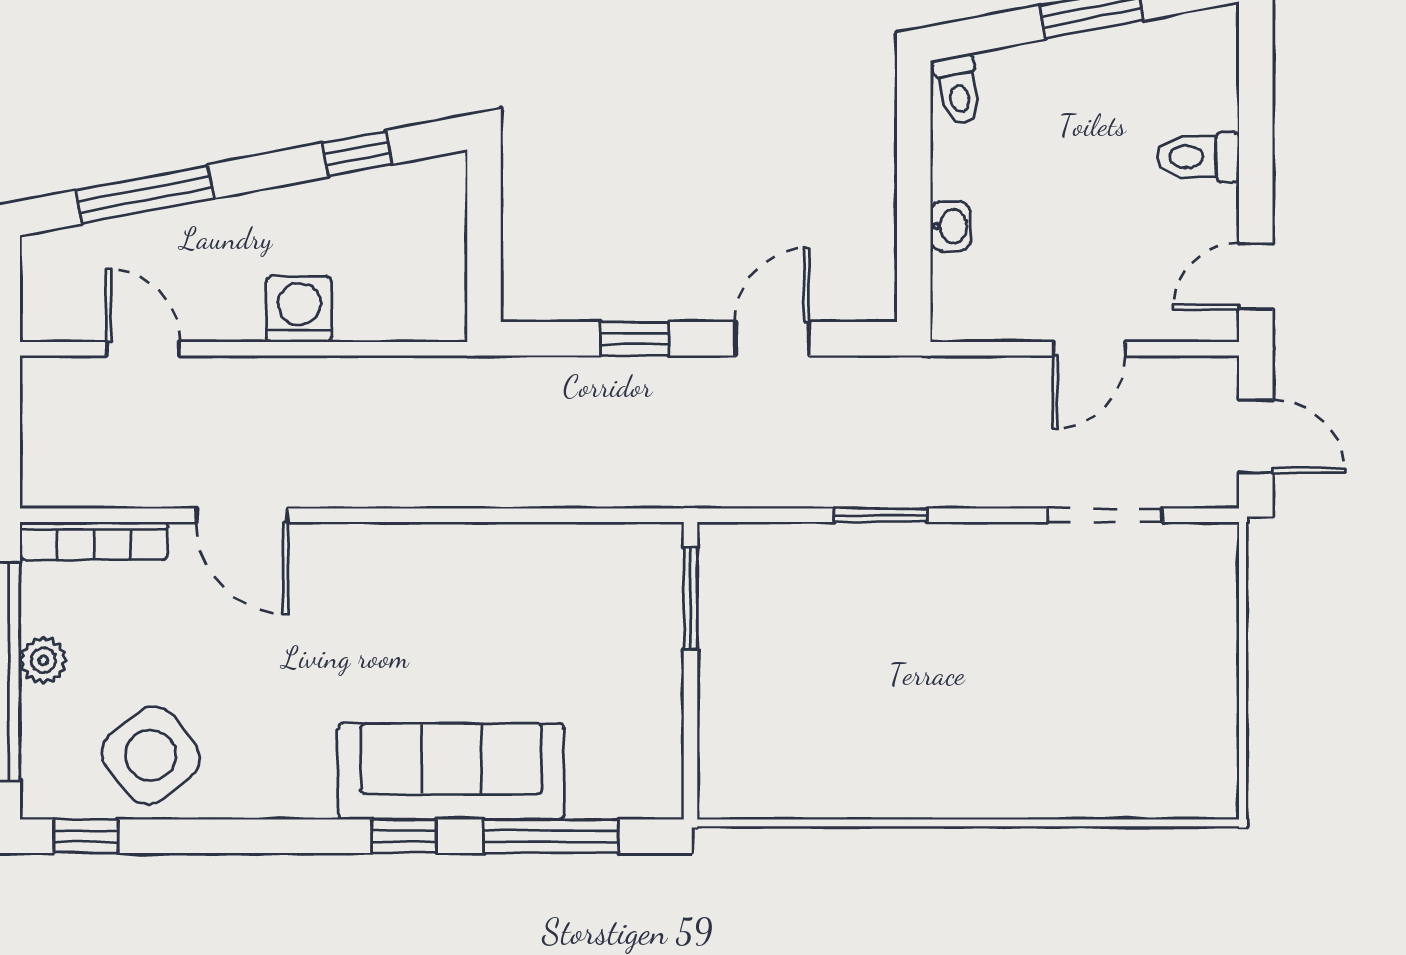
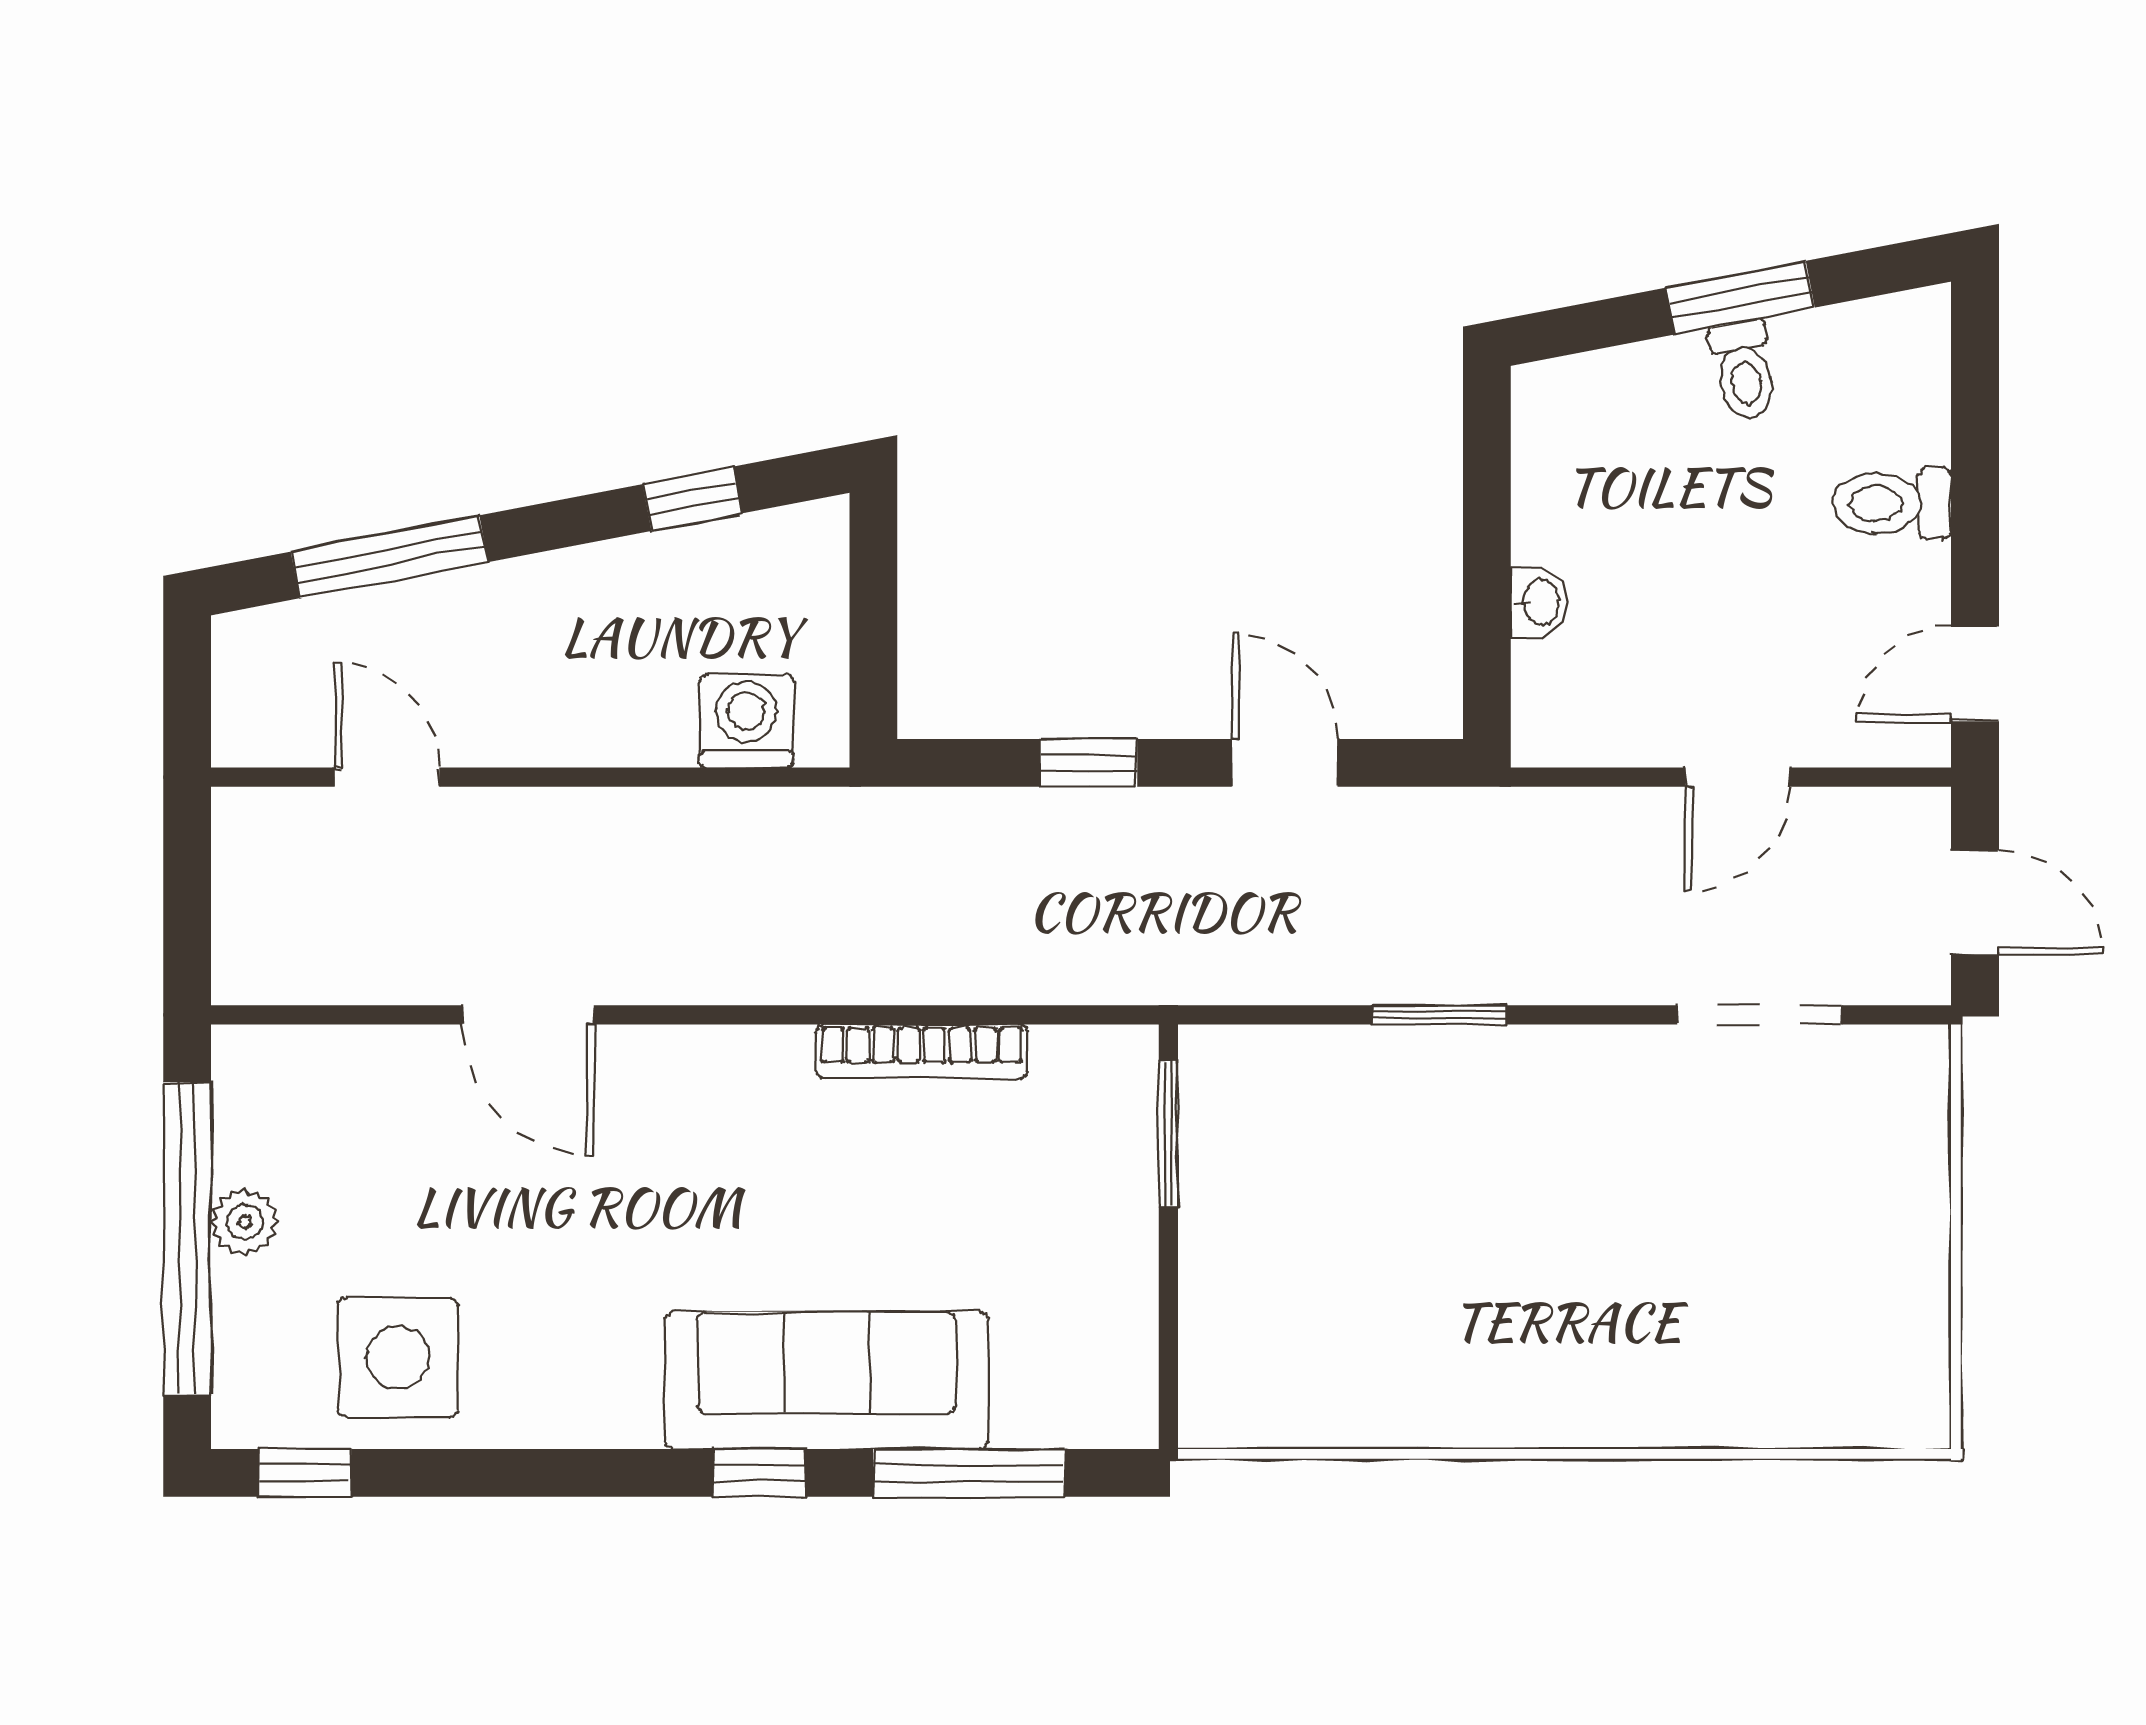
toilet: (958, 89) -> (1744, 370), moved
washing machine: (299, 309) -> (747, 721), moved
door: (772, 339) -> (1285, 763), hinge flipped
bookcase: (94, 541) -> (922, 1051), moved
side table: (151, 755) -> (398, 1358), turned 38

